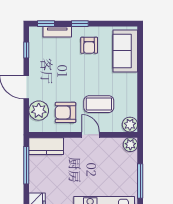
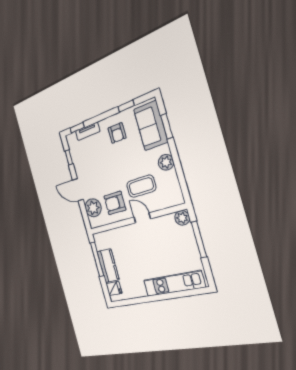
window: (80, 24) -> (126, 106), moved
window: (140, 57) -> (167, 126), added
plant: (130, 125) -> (166, 162), moved
kitchen counter: (46, 146) -> (108, 266), moved, turned -90
window: (140, 181) -> (199, 240), moved

